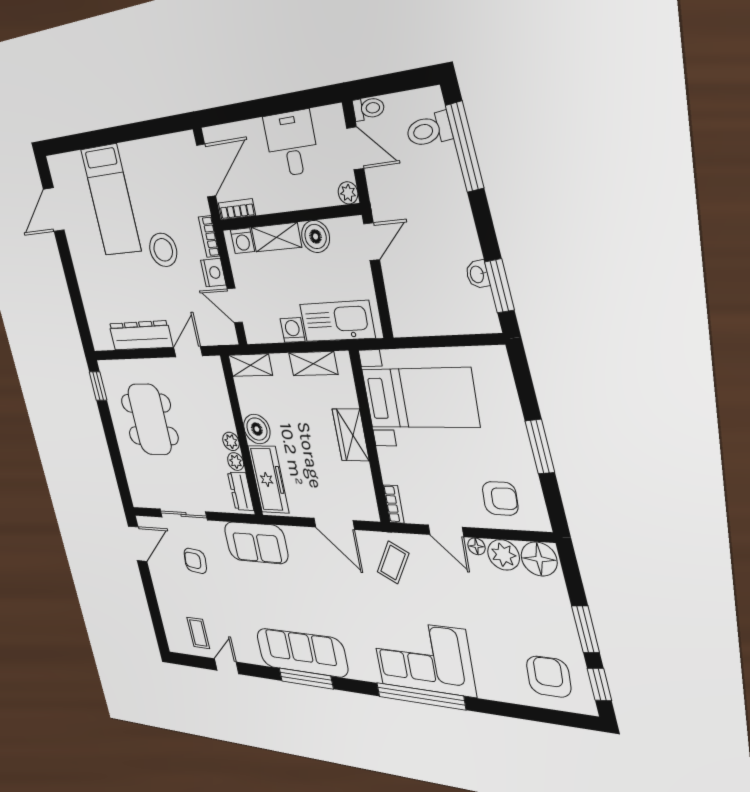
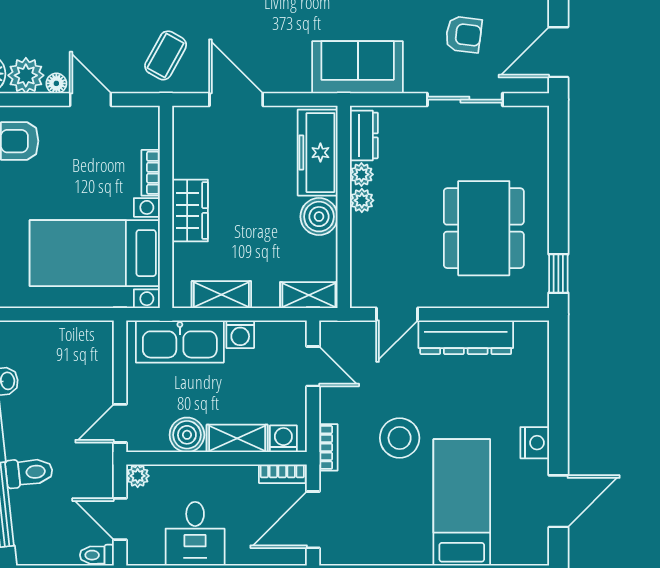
toilet: (429, 130) -> (29, 472), moved
nightstand: (213, 273) -> (535, 443), moved, turned 180
bookcase: (394, 504) -> (151, 173), moved

